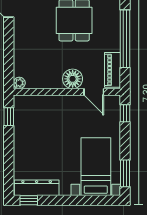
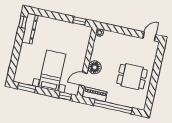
bed with nightstands: (96, 167) -> (52, 71), moved, turned -90

